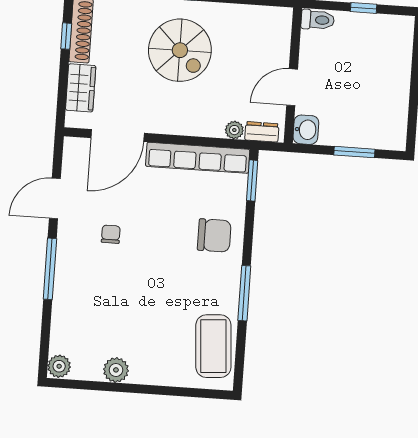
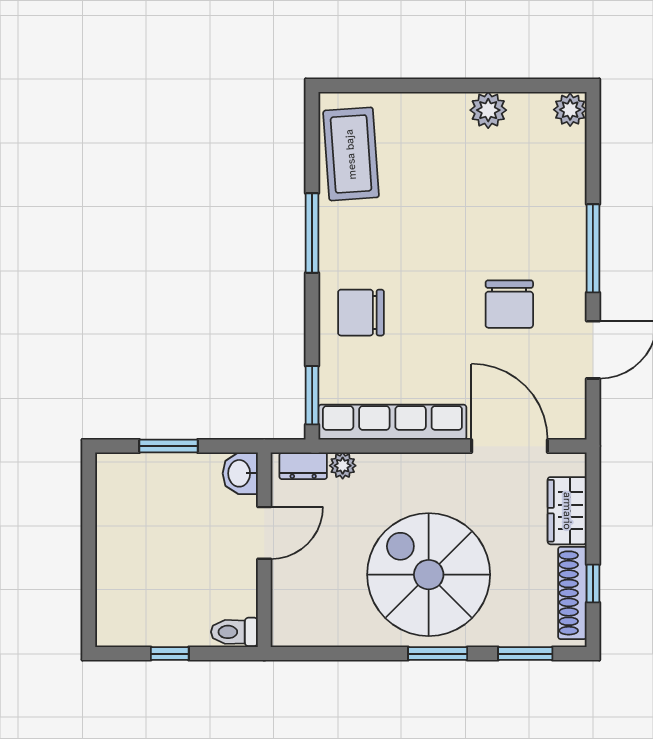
spiral stairs: (180, 50) -> (429, 575), width x1.37, depth x1.37
door: (118, 136) -> (510, 446), hinge flipped
chair: (111, 234) -> (509, 304), width x1.87, depth x1.87

